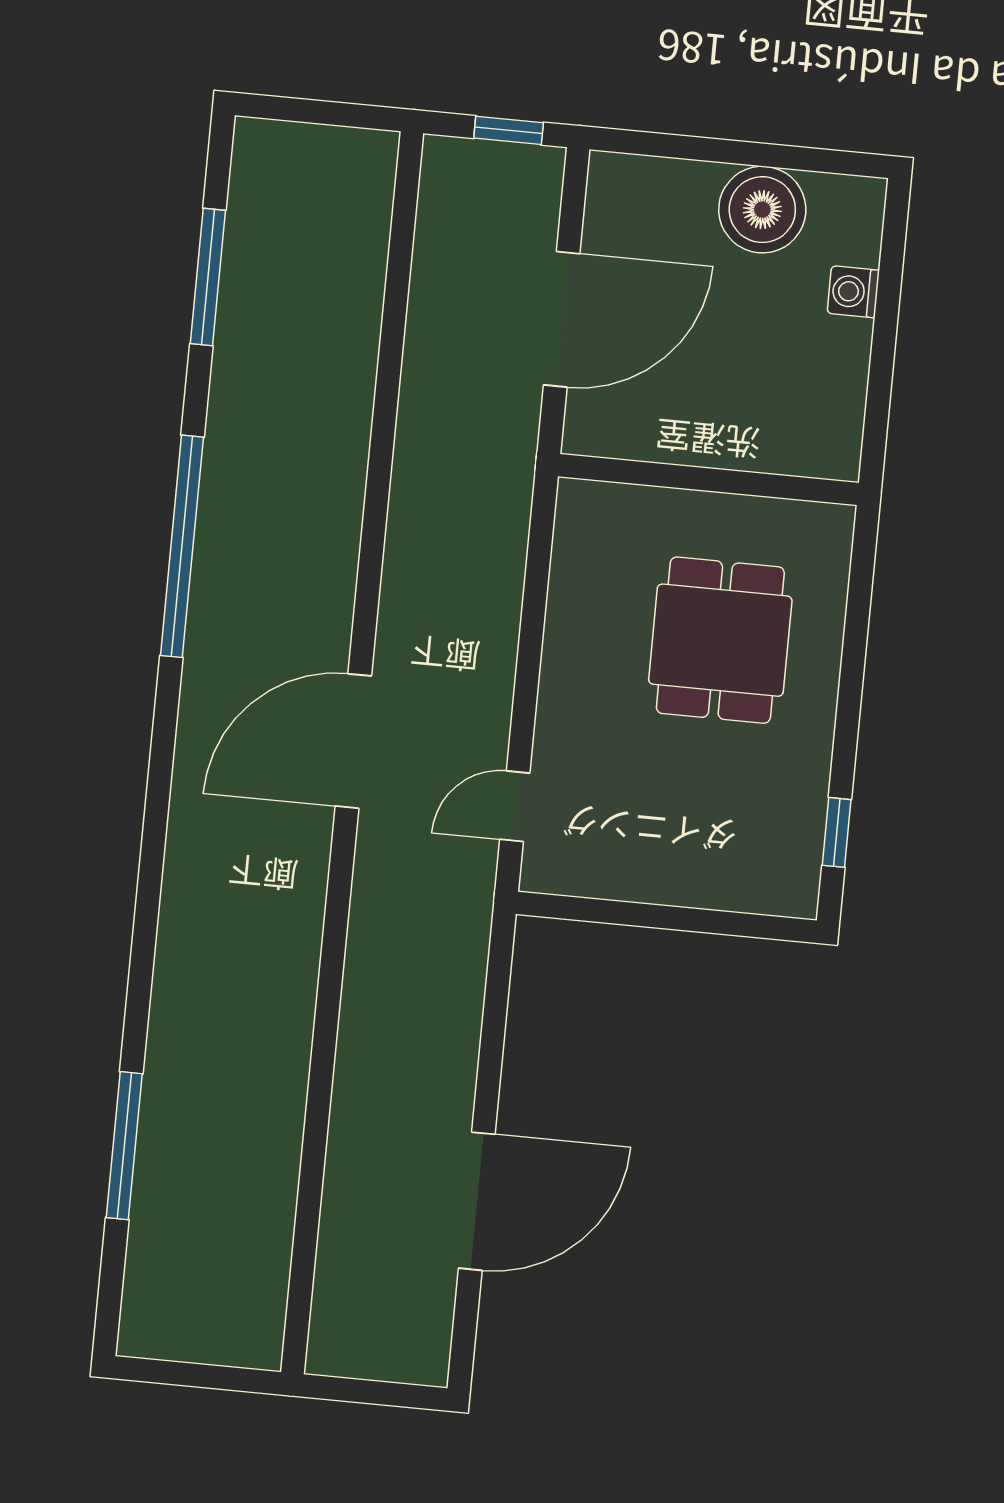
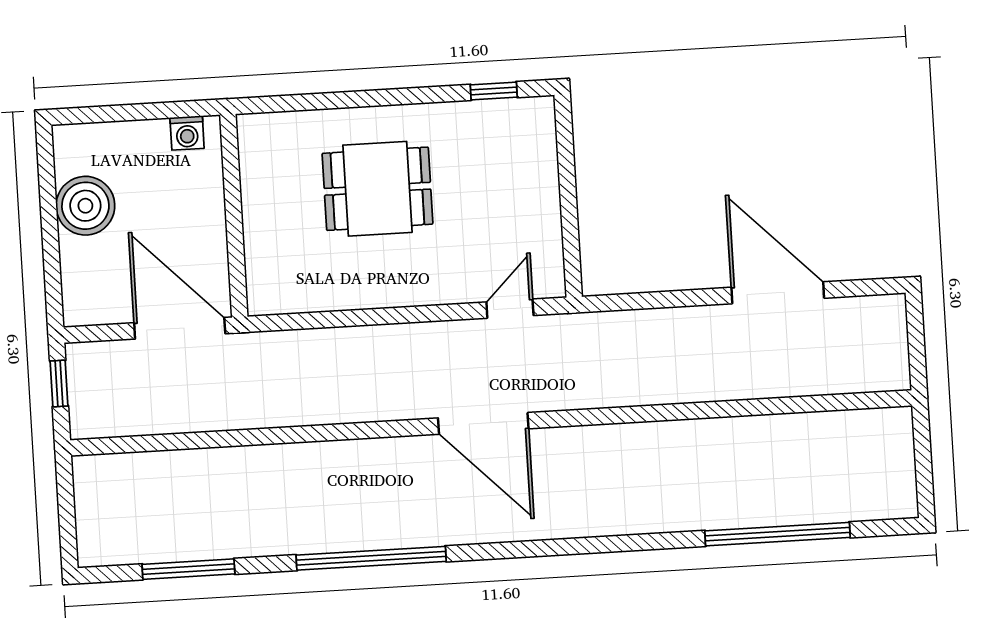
washing machine: (853, 292) -> (187, 133), moved
wall: (708, 480) -> (234, 216), moved
door: (515, 806) -> (510, 309), swing flipped
window: (124, 1146) -> (778, 534), width x1.46

